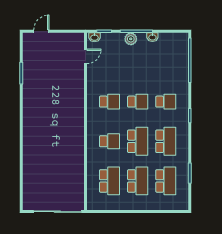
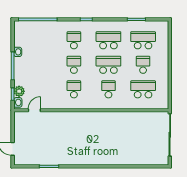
plant: (131, 39) -> (19, 91), moved
door: (86, 56) -> (34, 110), hinge flipped
school desk: (138, 181) -> (143, 65), width x0.54

